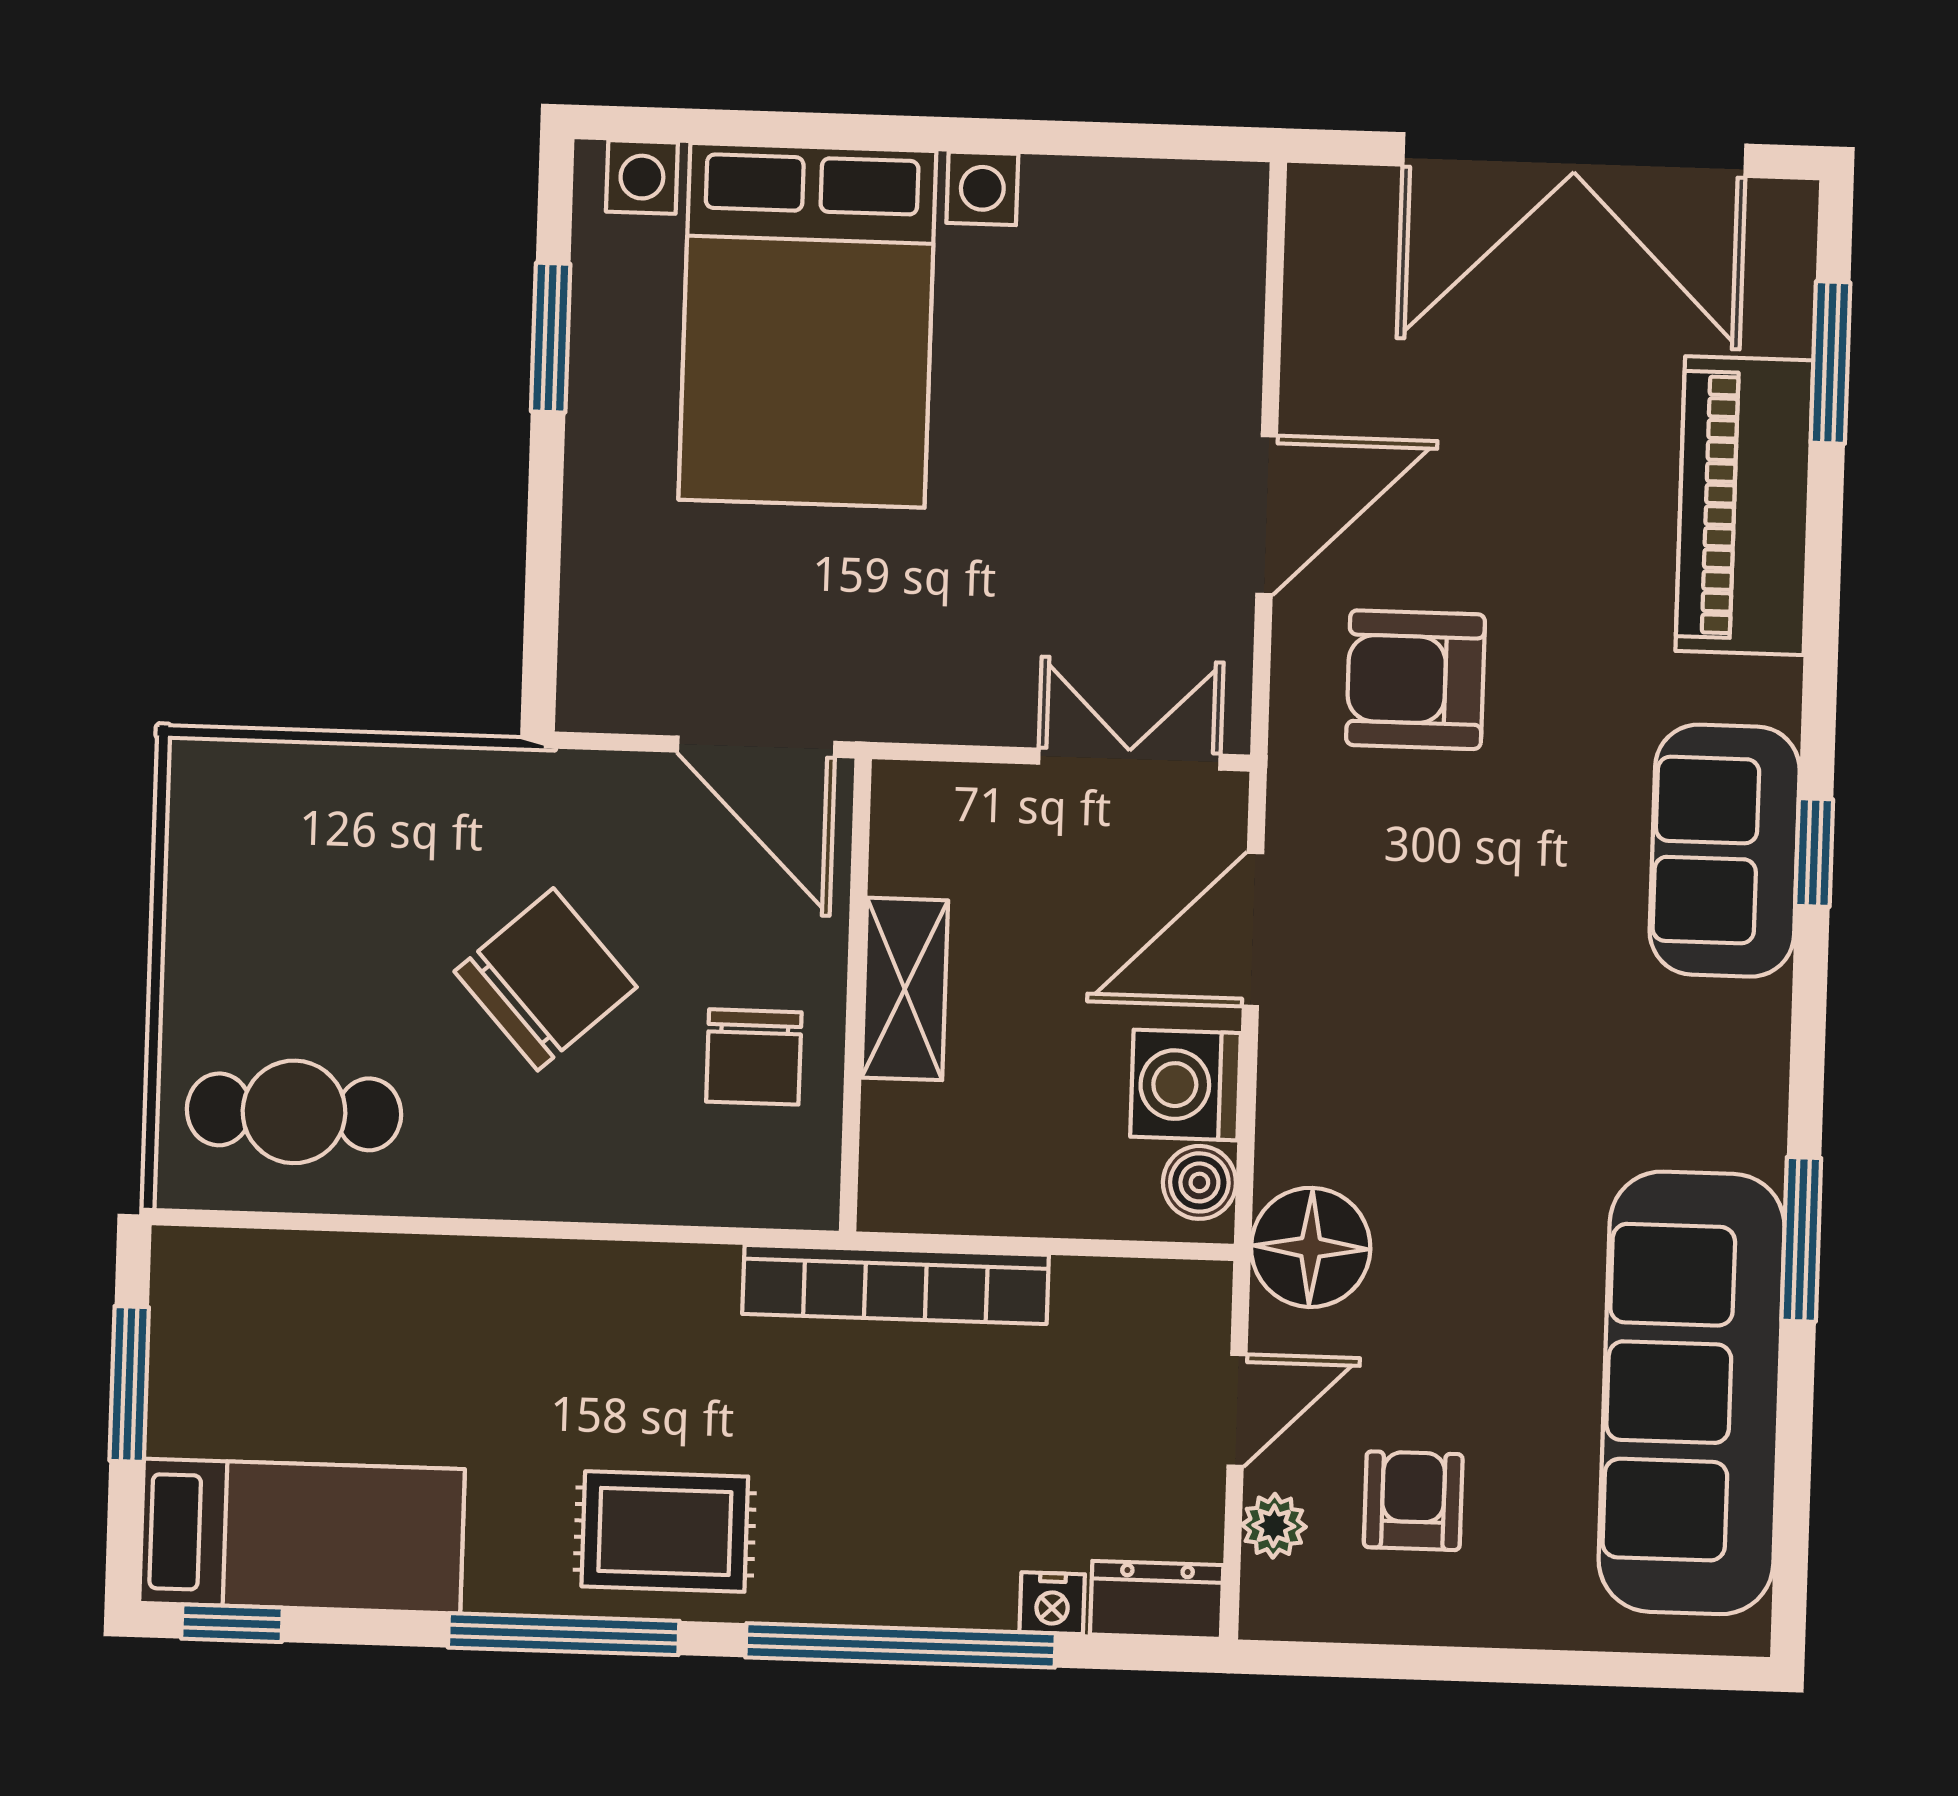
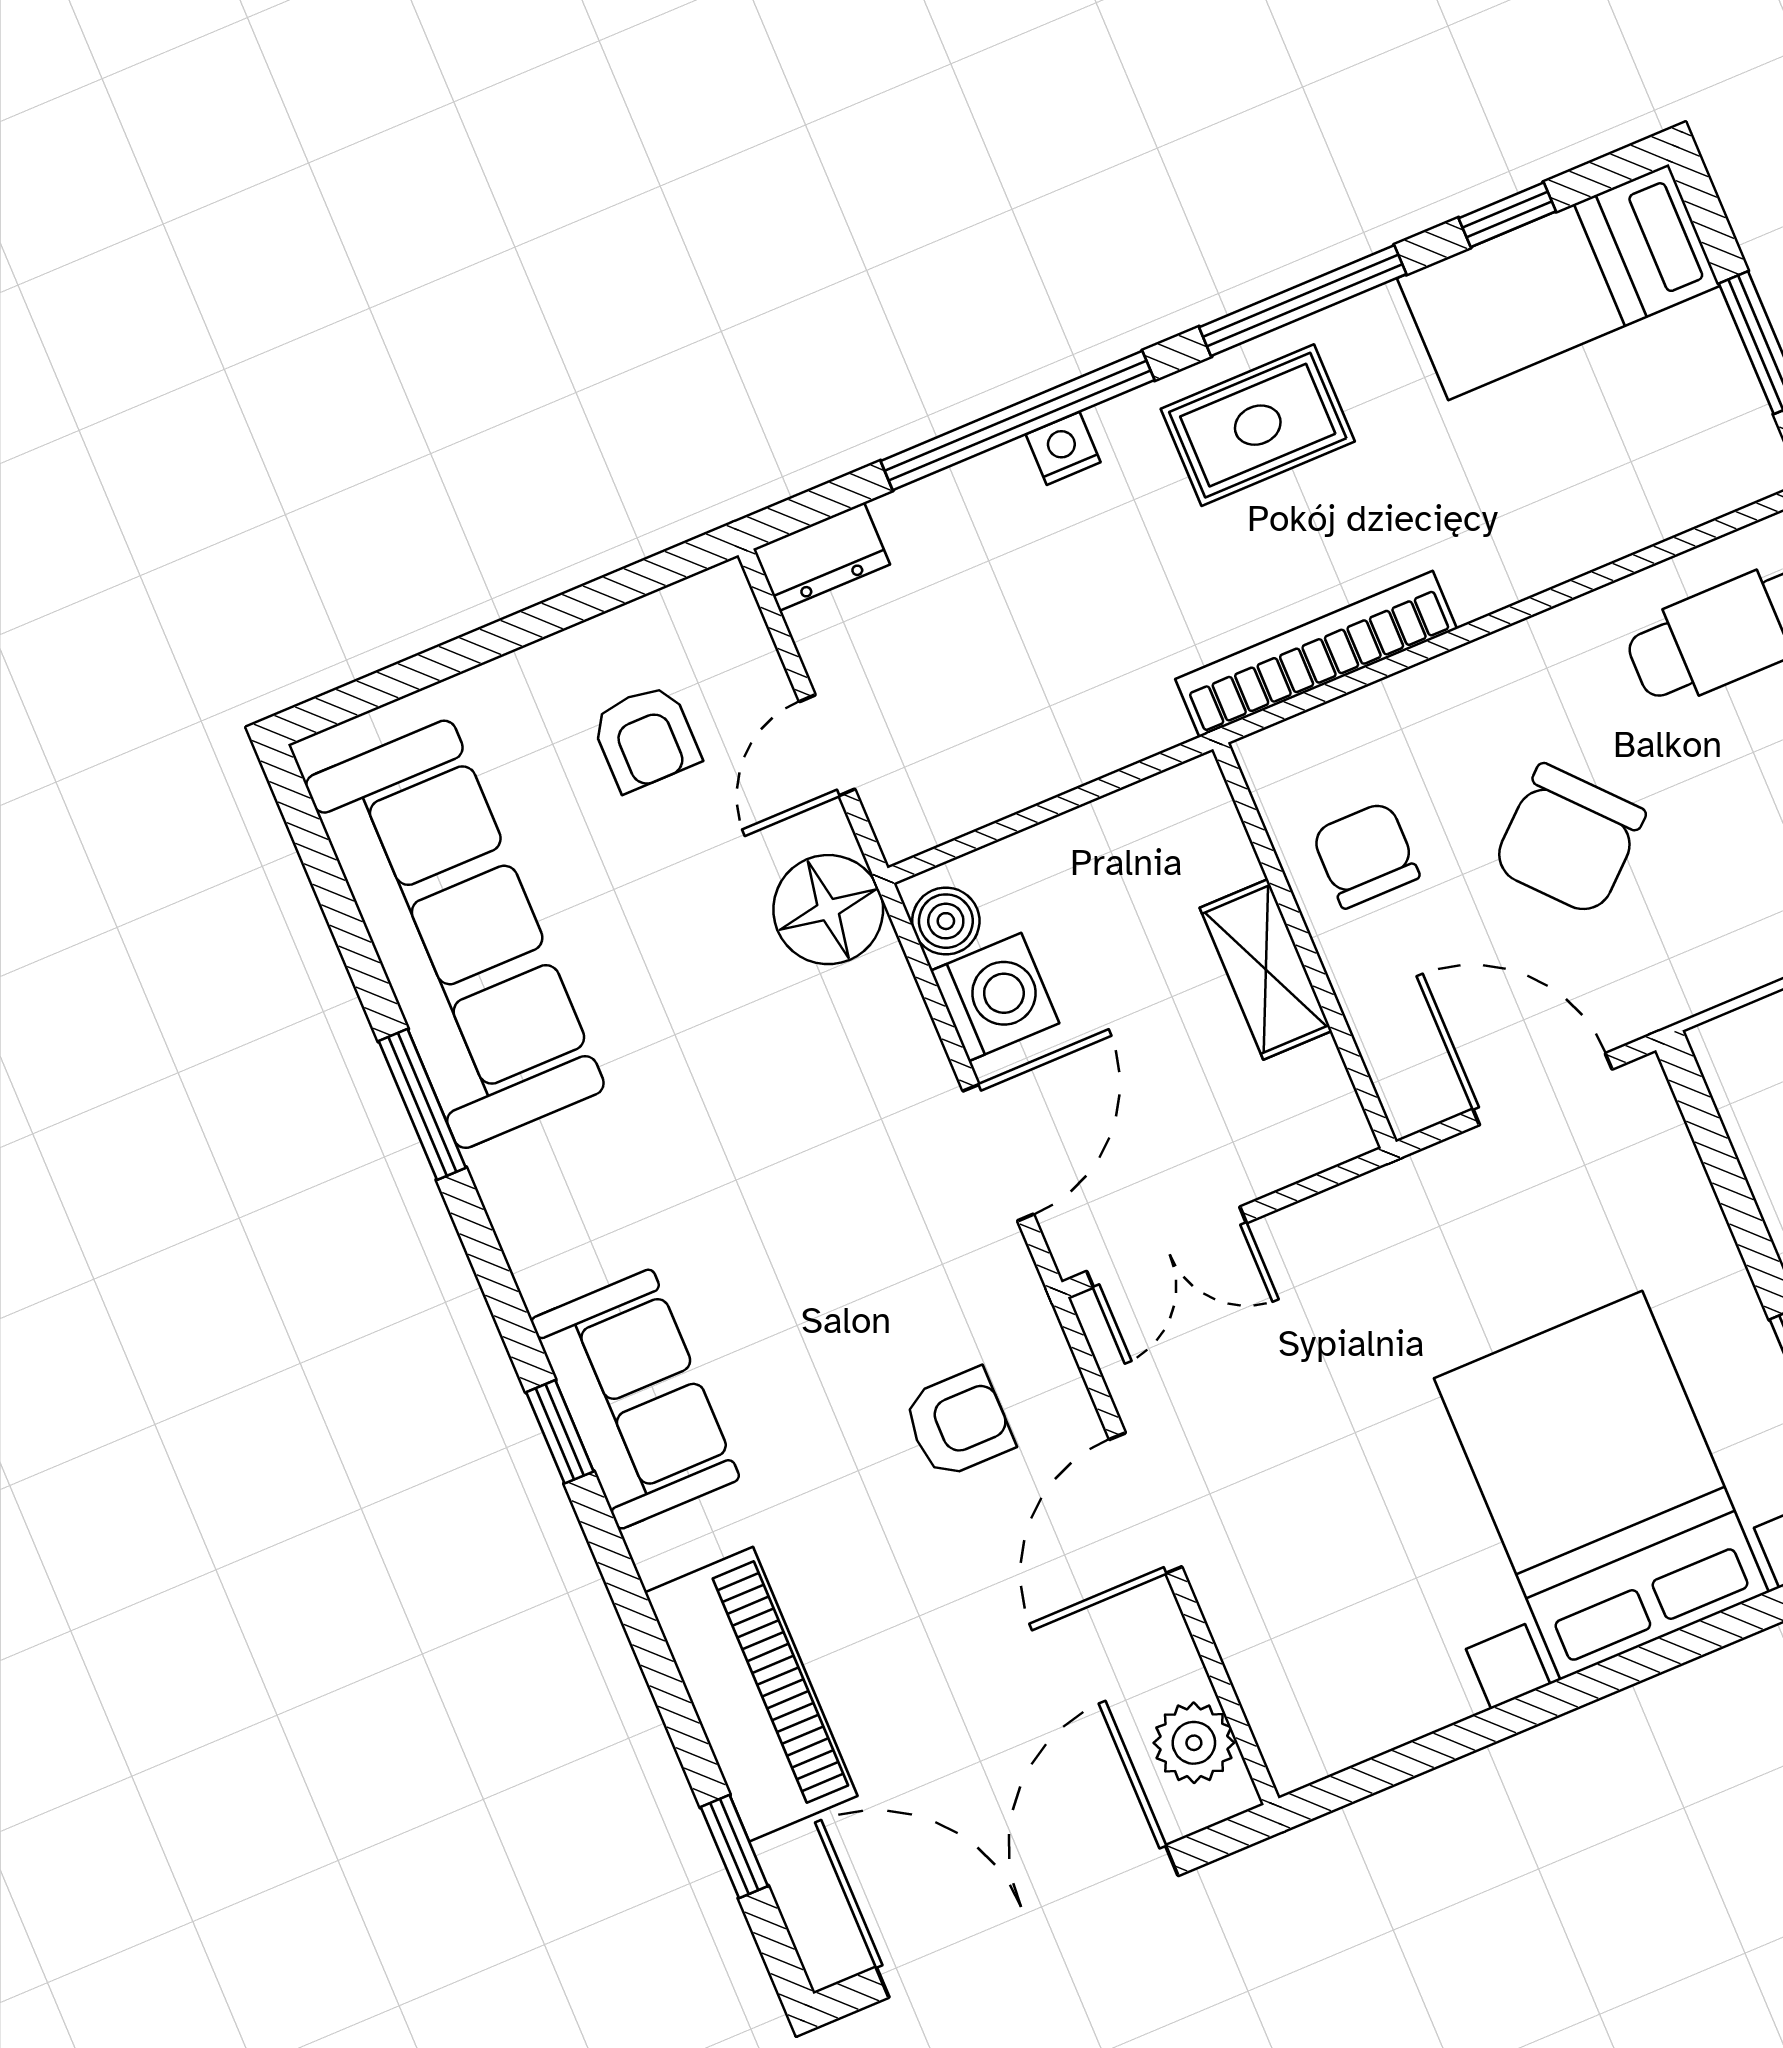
window: (1830, 363) -> (734, 1847), width x0.67
armchair: (1416, 680) -> (959, 1423), width x0.72, depth x0.72
door: (756, 747) -> (1542, 1089), moved
bookcase: (896, 1284) -> (1316, 654), moved
plant: (1274, 1526) -> (1194, 1743), moved, width x1.38, depth x1.38
nightstand: (1052, 1603) -> (1063, 448), moved
window: (232, 1623) -> (1507, 215), moved

